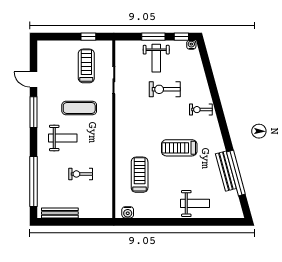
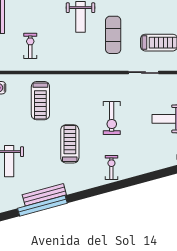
exercise bike: (165, 89) -> (112, 118), moved, turned 180
exercise bike: (81, 174) -> (30, 46), moved
treadmill: (140, 175) -> (40, 101), turned 90

